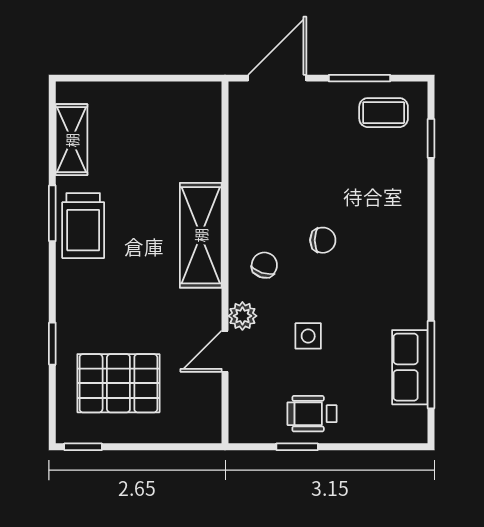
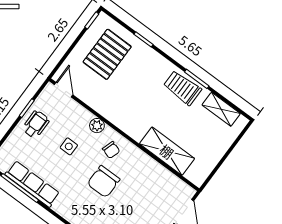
shelving: (201, 235) -> (167, 151), moved
chair: (323, 240) -> (104, 182), width x1.87, depth x1.87
door: (225, 351) -> (64, 90), moved
row of seats: (410, 367) -> (32, 184), width x1.48

